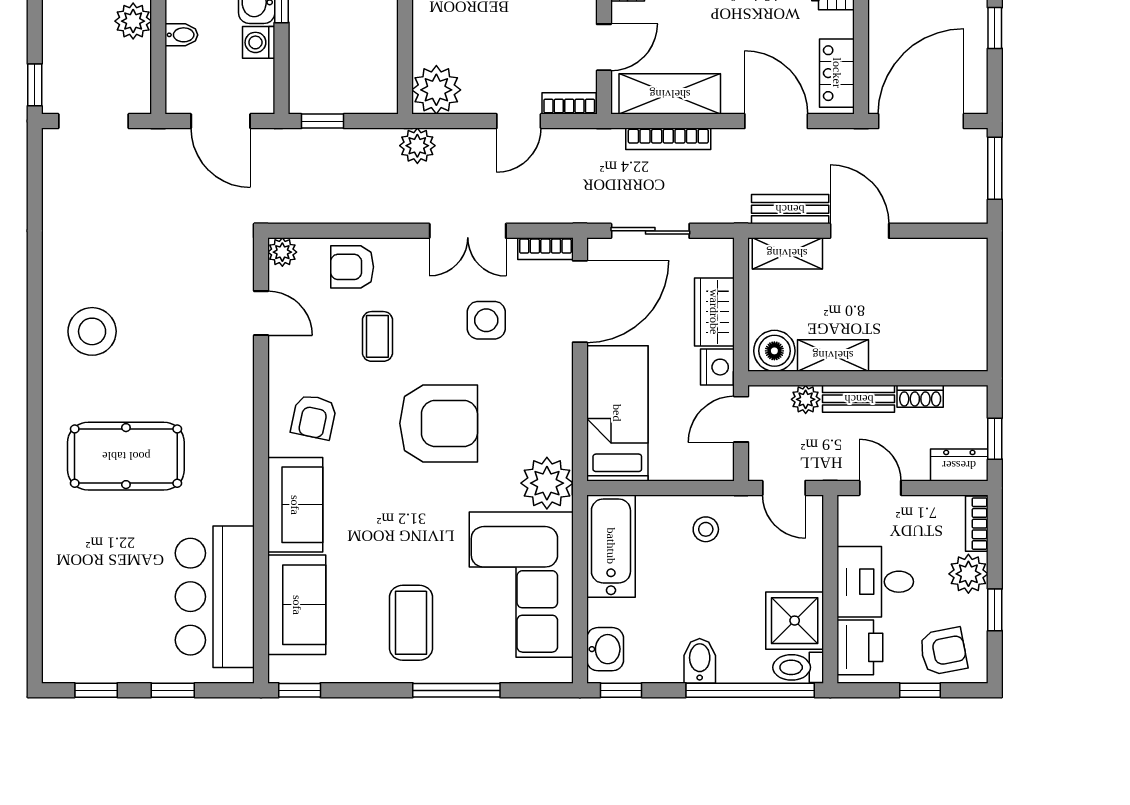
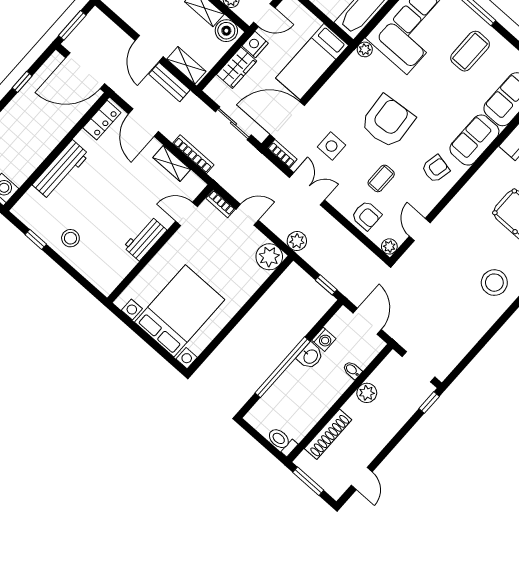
shelving: (670, 94) -> (172, 164), width x0.67, depth x0.75
armchair: (439, 423) -> (388, 122), turned 85
plant: (547, 483) -> (365, 49), width x0.53, depth x0.53

